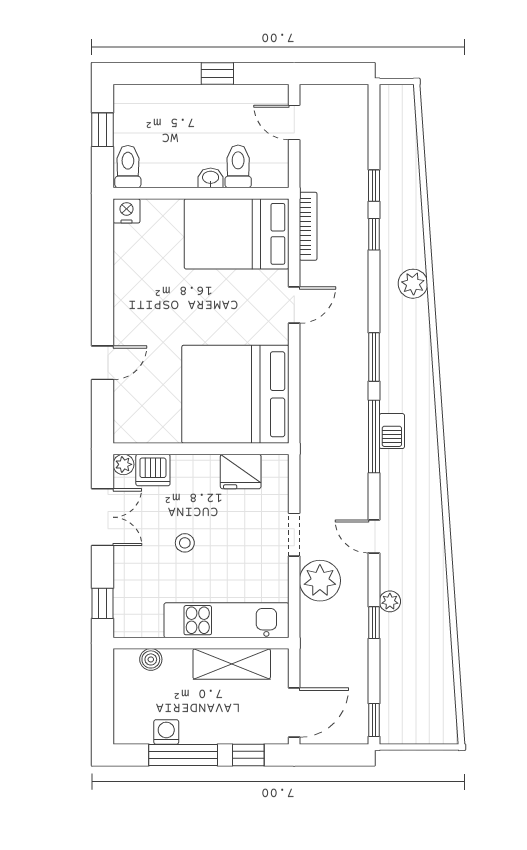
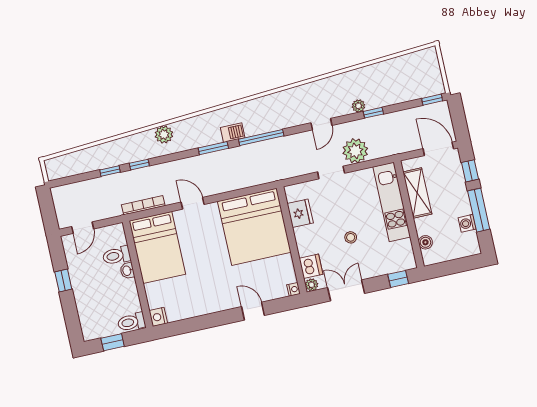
barbecue: (392, 431) -> (233, 133), moved
nightstand: (123, 434) -> (294, 289), added

